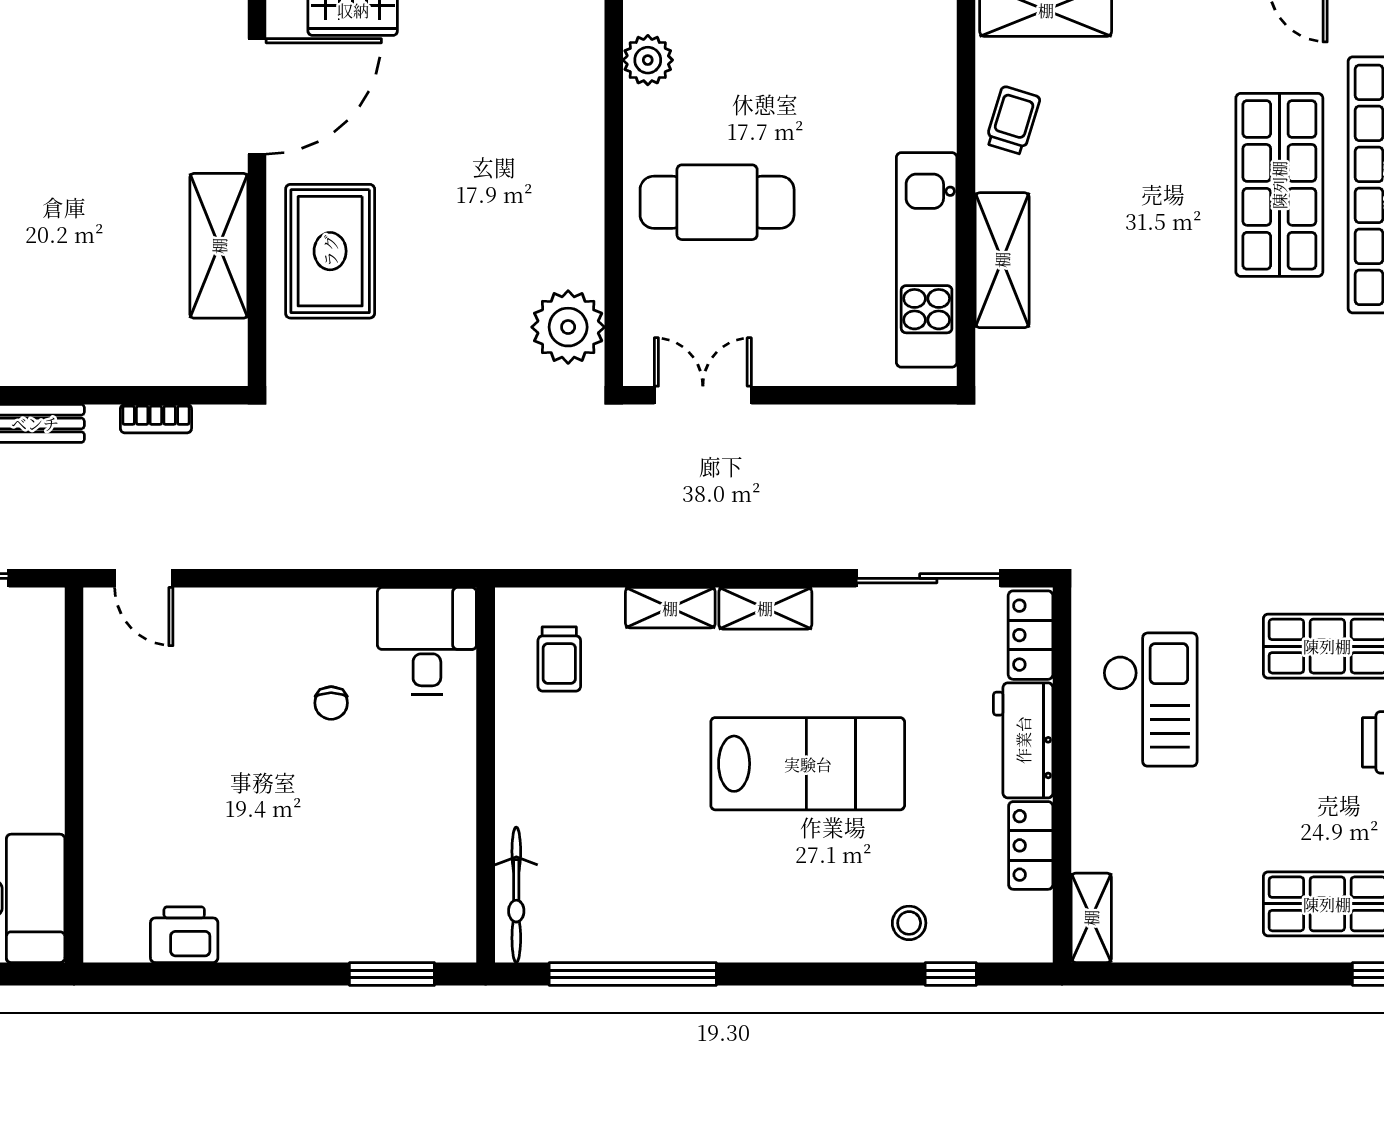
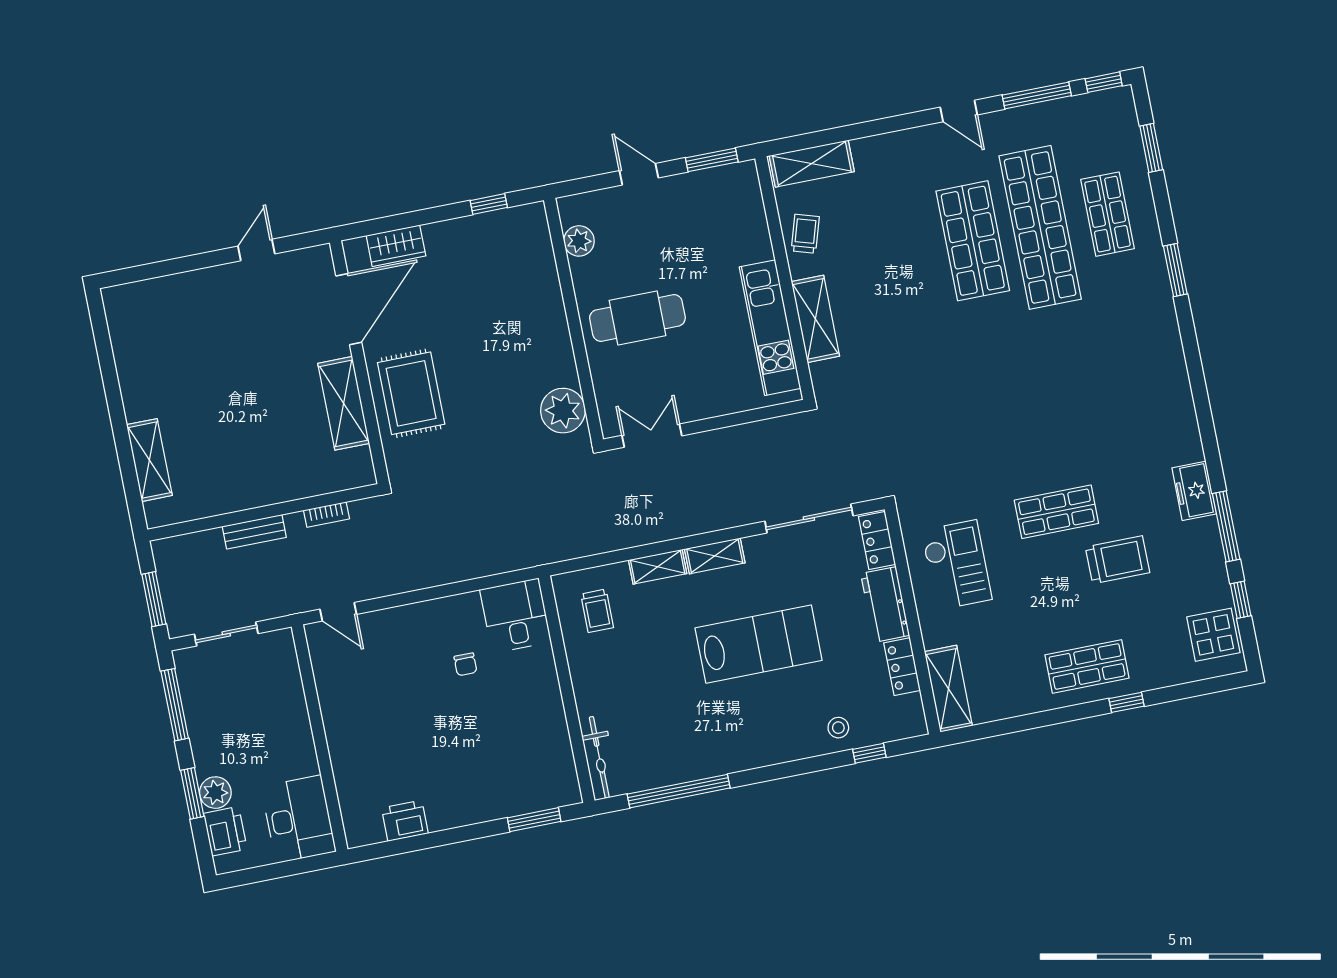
shelving: (1091, 918) -> (948, 689), width x1.50, depth x1.33

